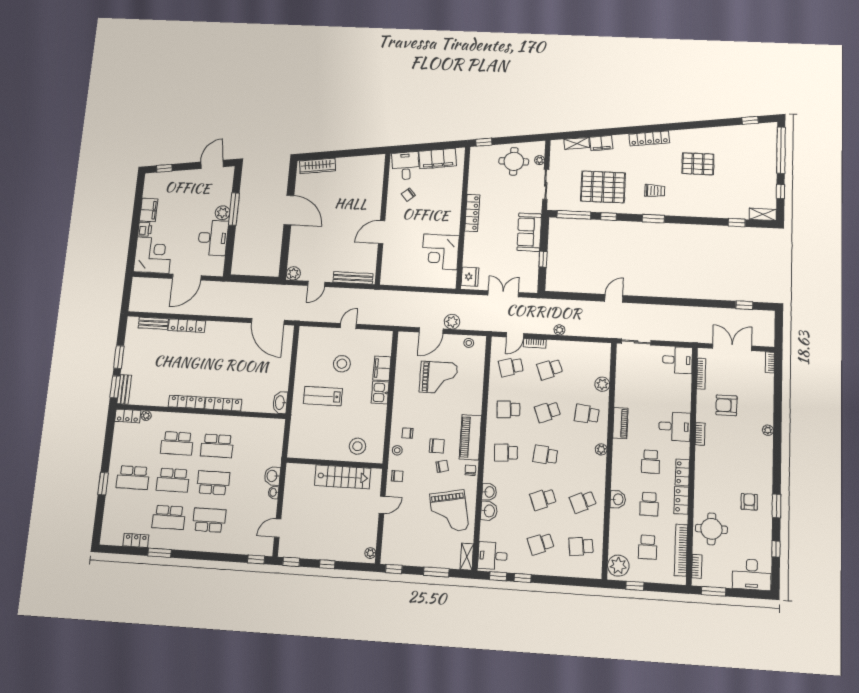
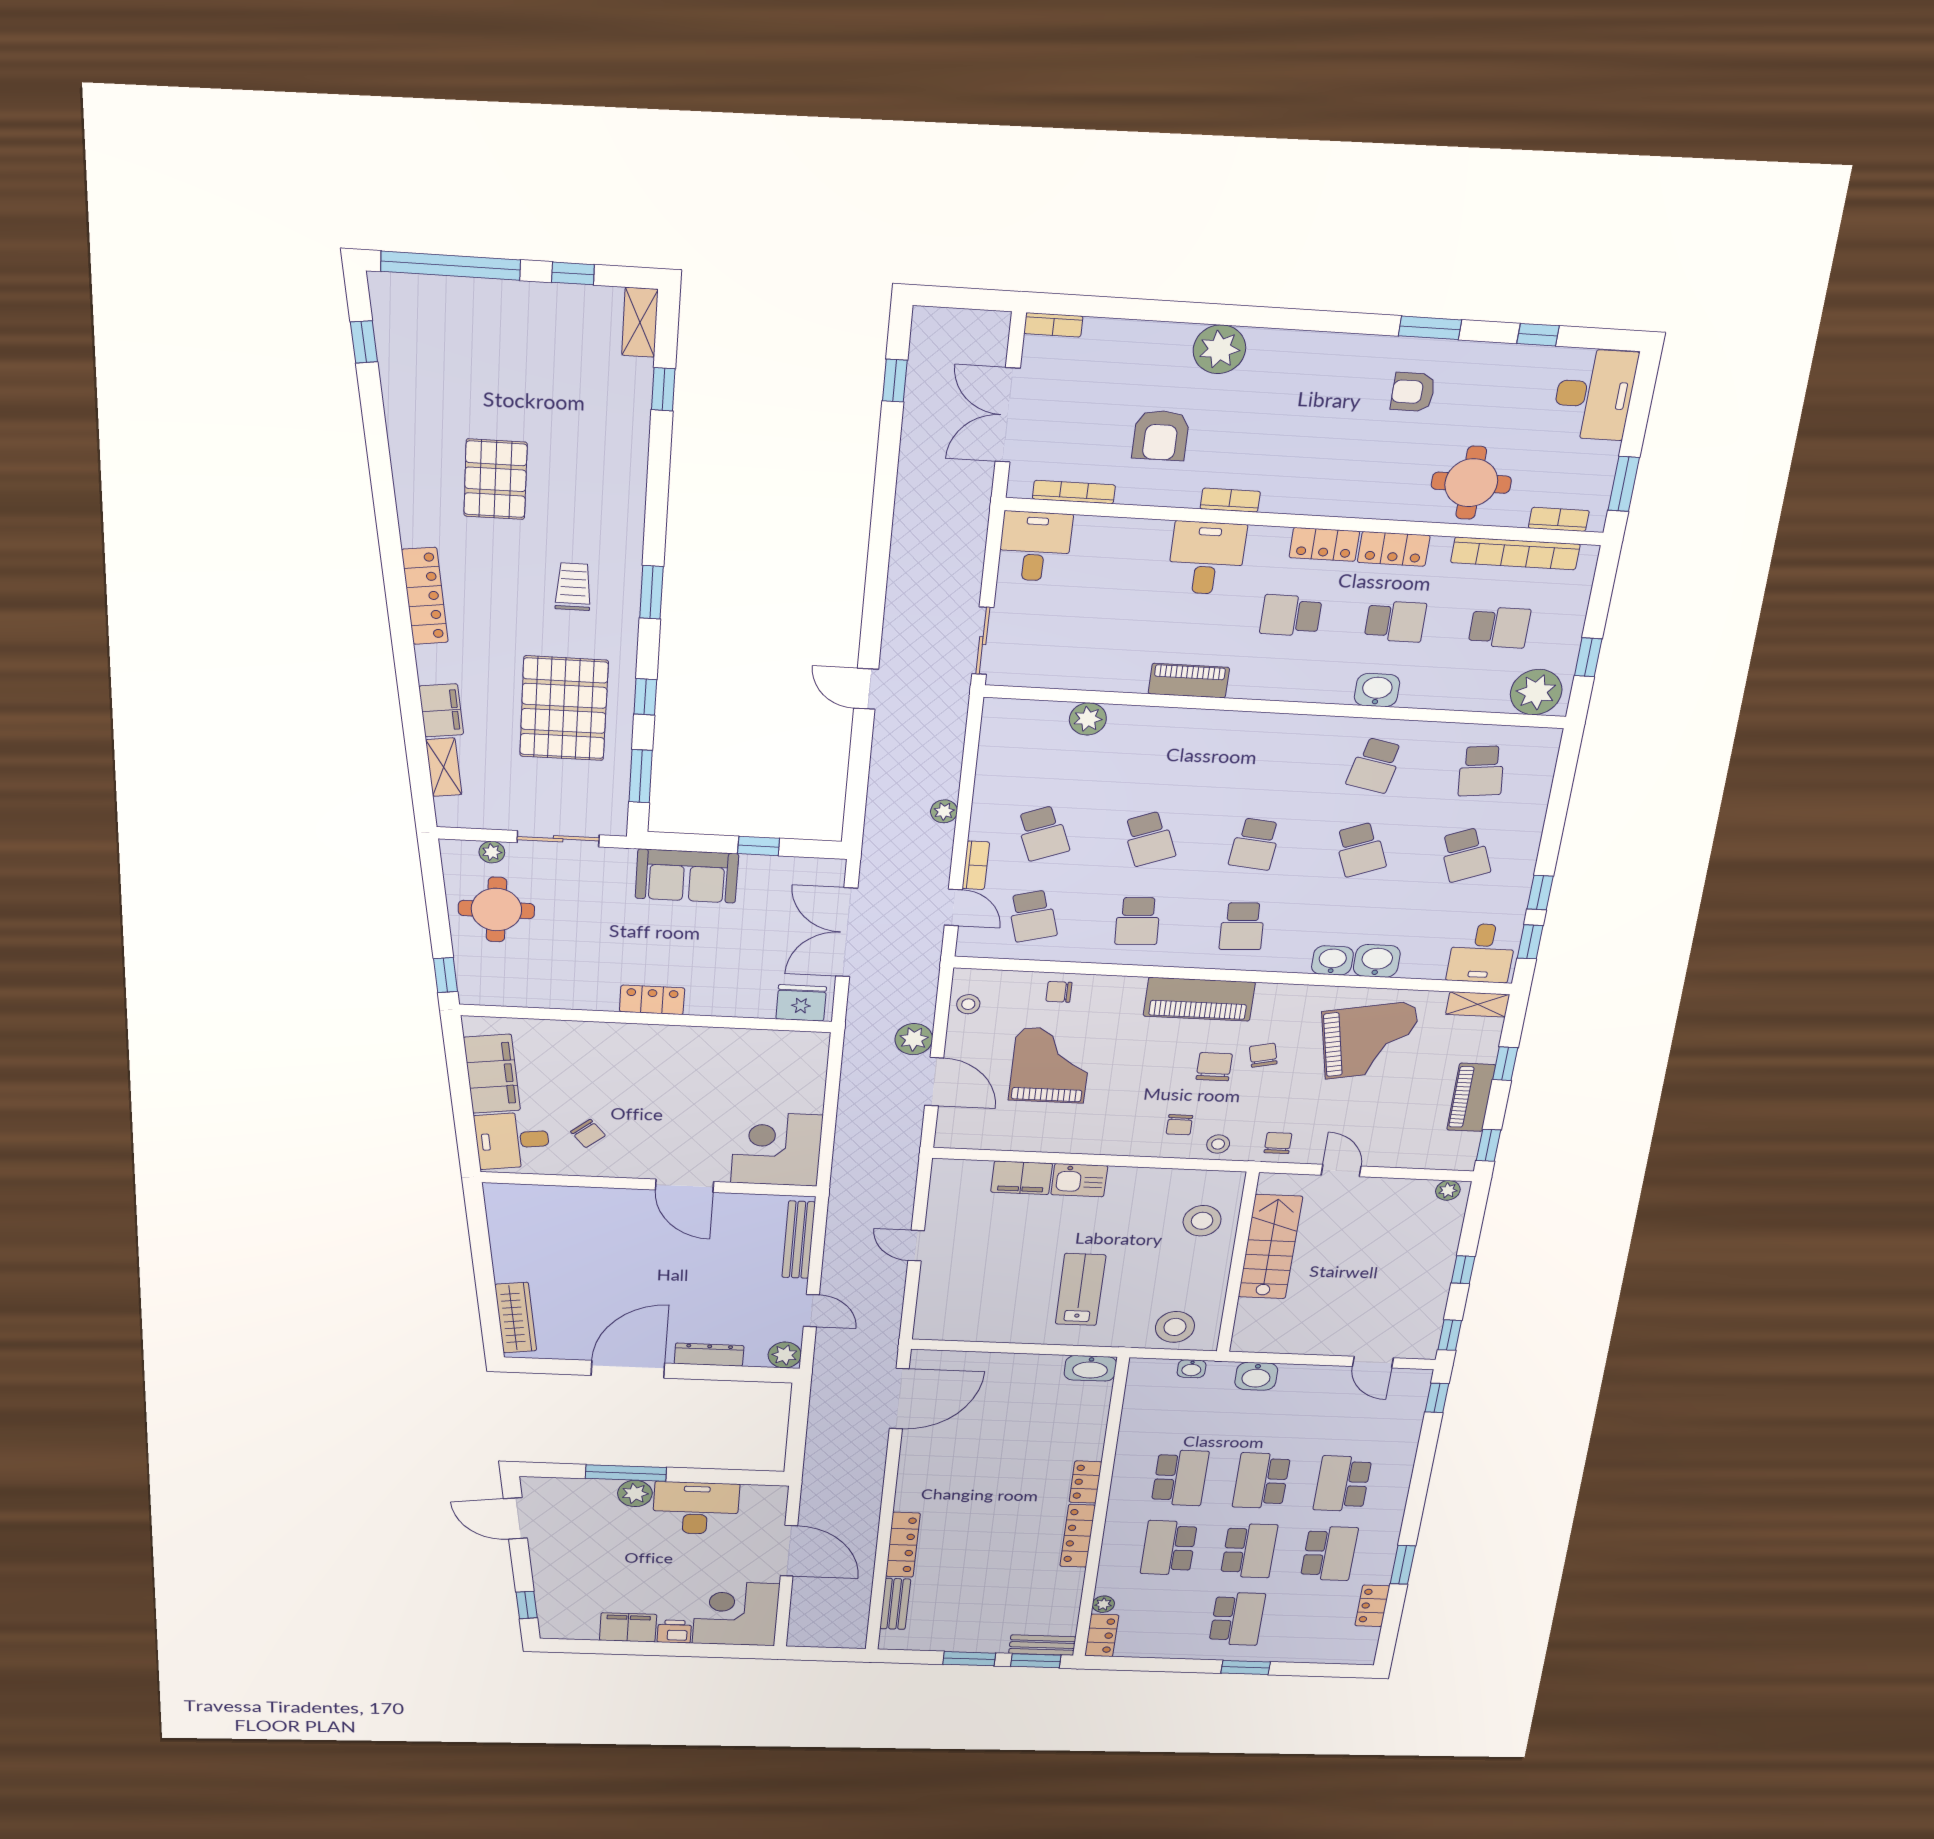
locker: (472, 213) -> (652, 1000), width x0.66
window: (574, 215) -> (641, 776), width x0.69
dresser: (295, 243) -> (709, 1355), added
corner desk: (440, 252) -> (777, 1149), moved, turned 180
double door: (503, 294) -> (847, 932), width x1.37
stool: (342, 364) -> (1175, 1327), moved
lab bench: (323, 396) -> (1081, 1290), turned 180
locker: (223, 404) -> (1085, 1482), width x0.66
school desk: (587, 414) -> (1161, 754), removed
plant: (768, 430) -> (1219, 349), width x1.87, depth x1.87
school desk: (177, 443) -> (1169, 1548), turned 180
plant: (601, 449) -> (1251, 724), removed
school desk: (650, 462) -> (1291, 616), turned 180
chair: (470, 470) -> (1059, 992), moved
washbasin: (273, 492) -> (1192, 1369), moved
school desk: (583, 502) -> (1375, 765), turned 36
piano: (419, 559) -> (1471, 1097), added
window: (436, 572) -> (1505, 1064), width x0.67

